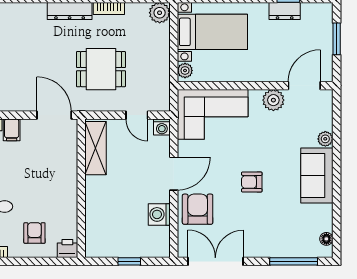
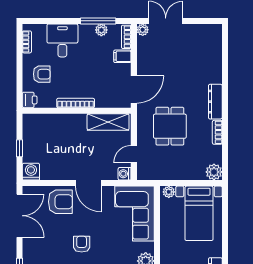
bookcase: (71, 190) -> (76, 103), added
washing machine: (159, 214) -> (31, 172), moved

